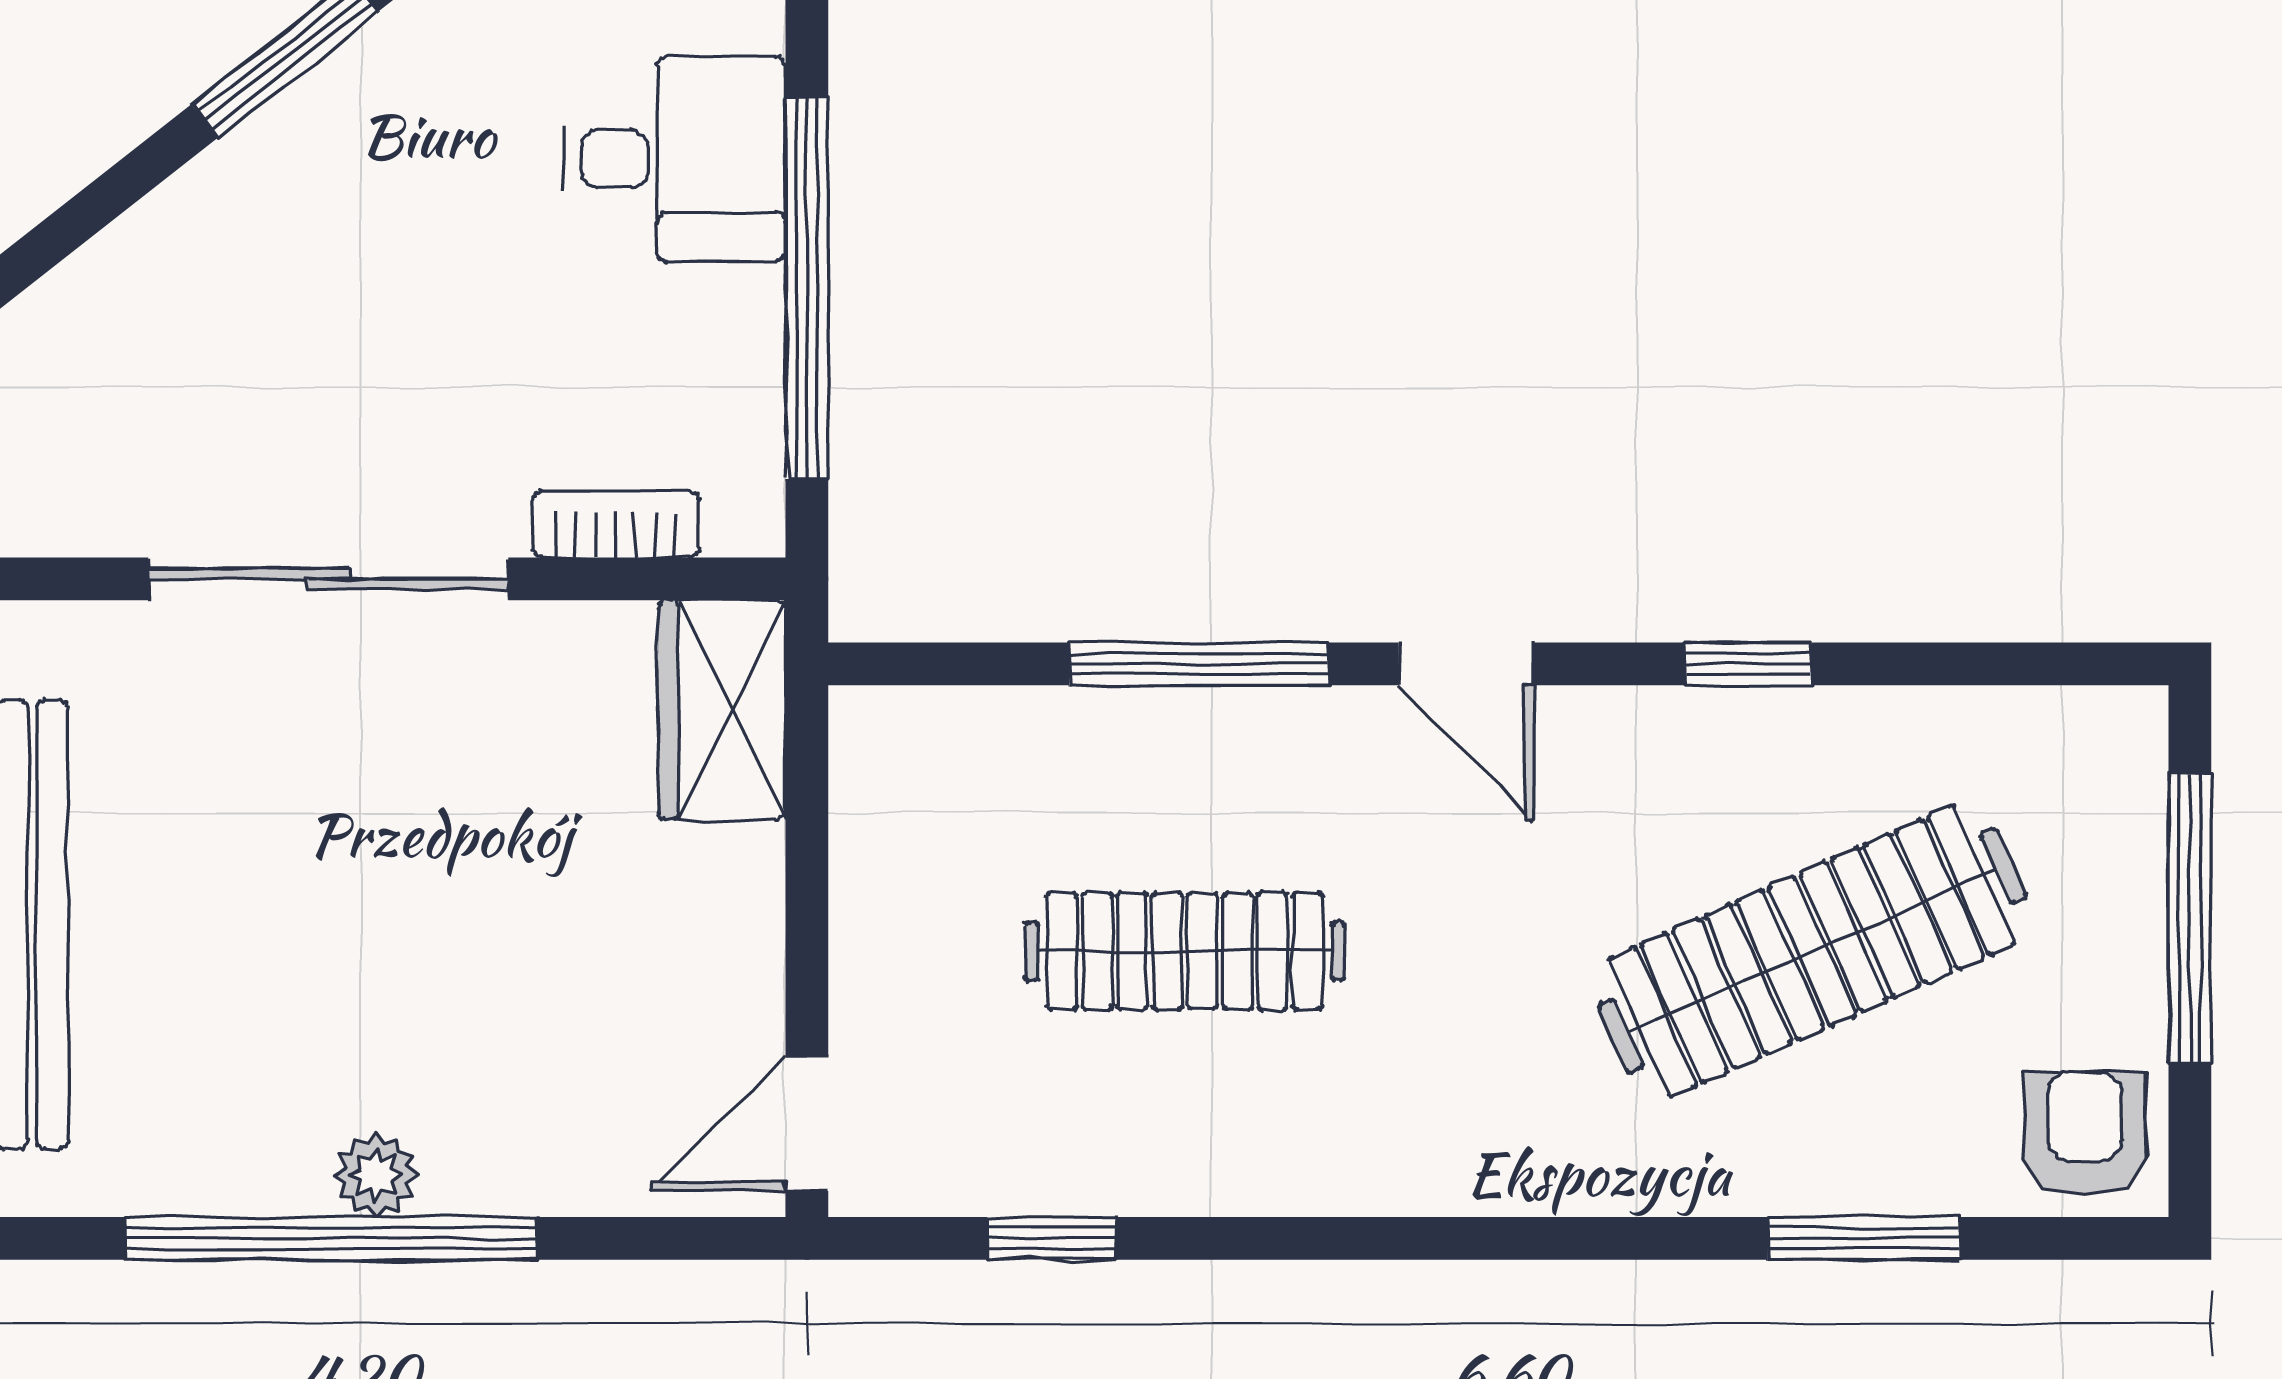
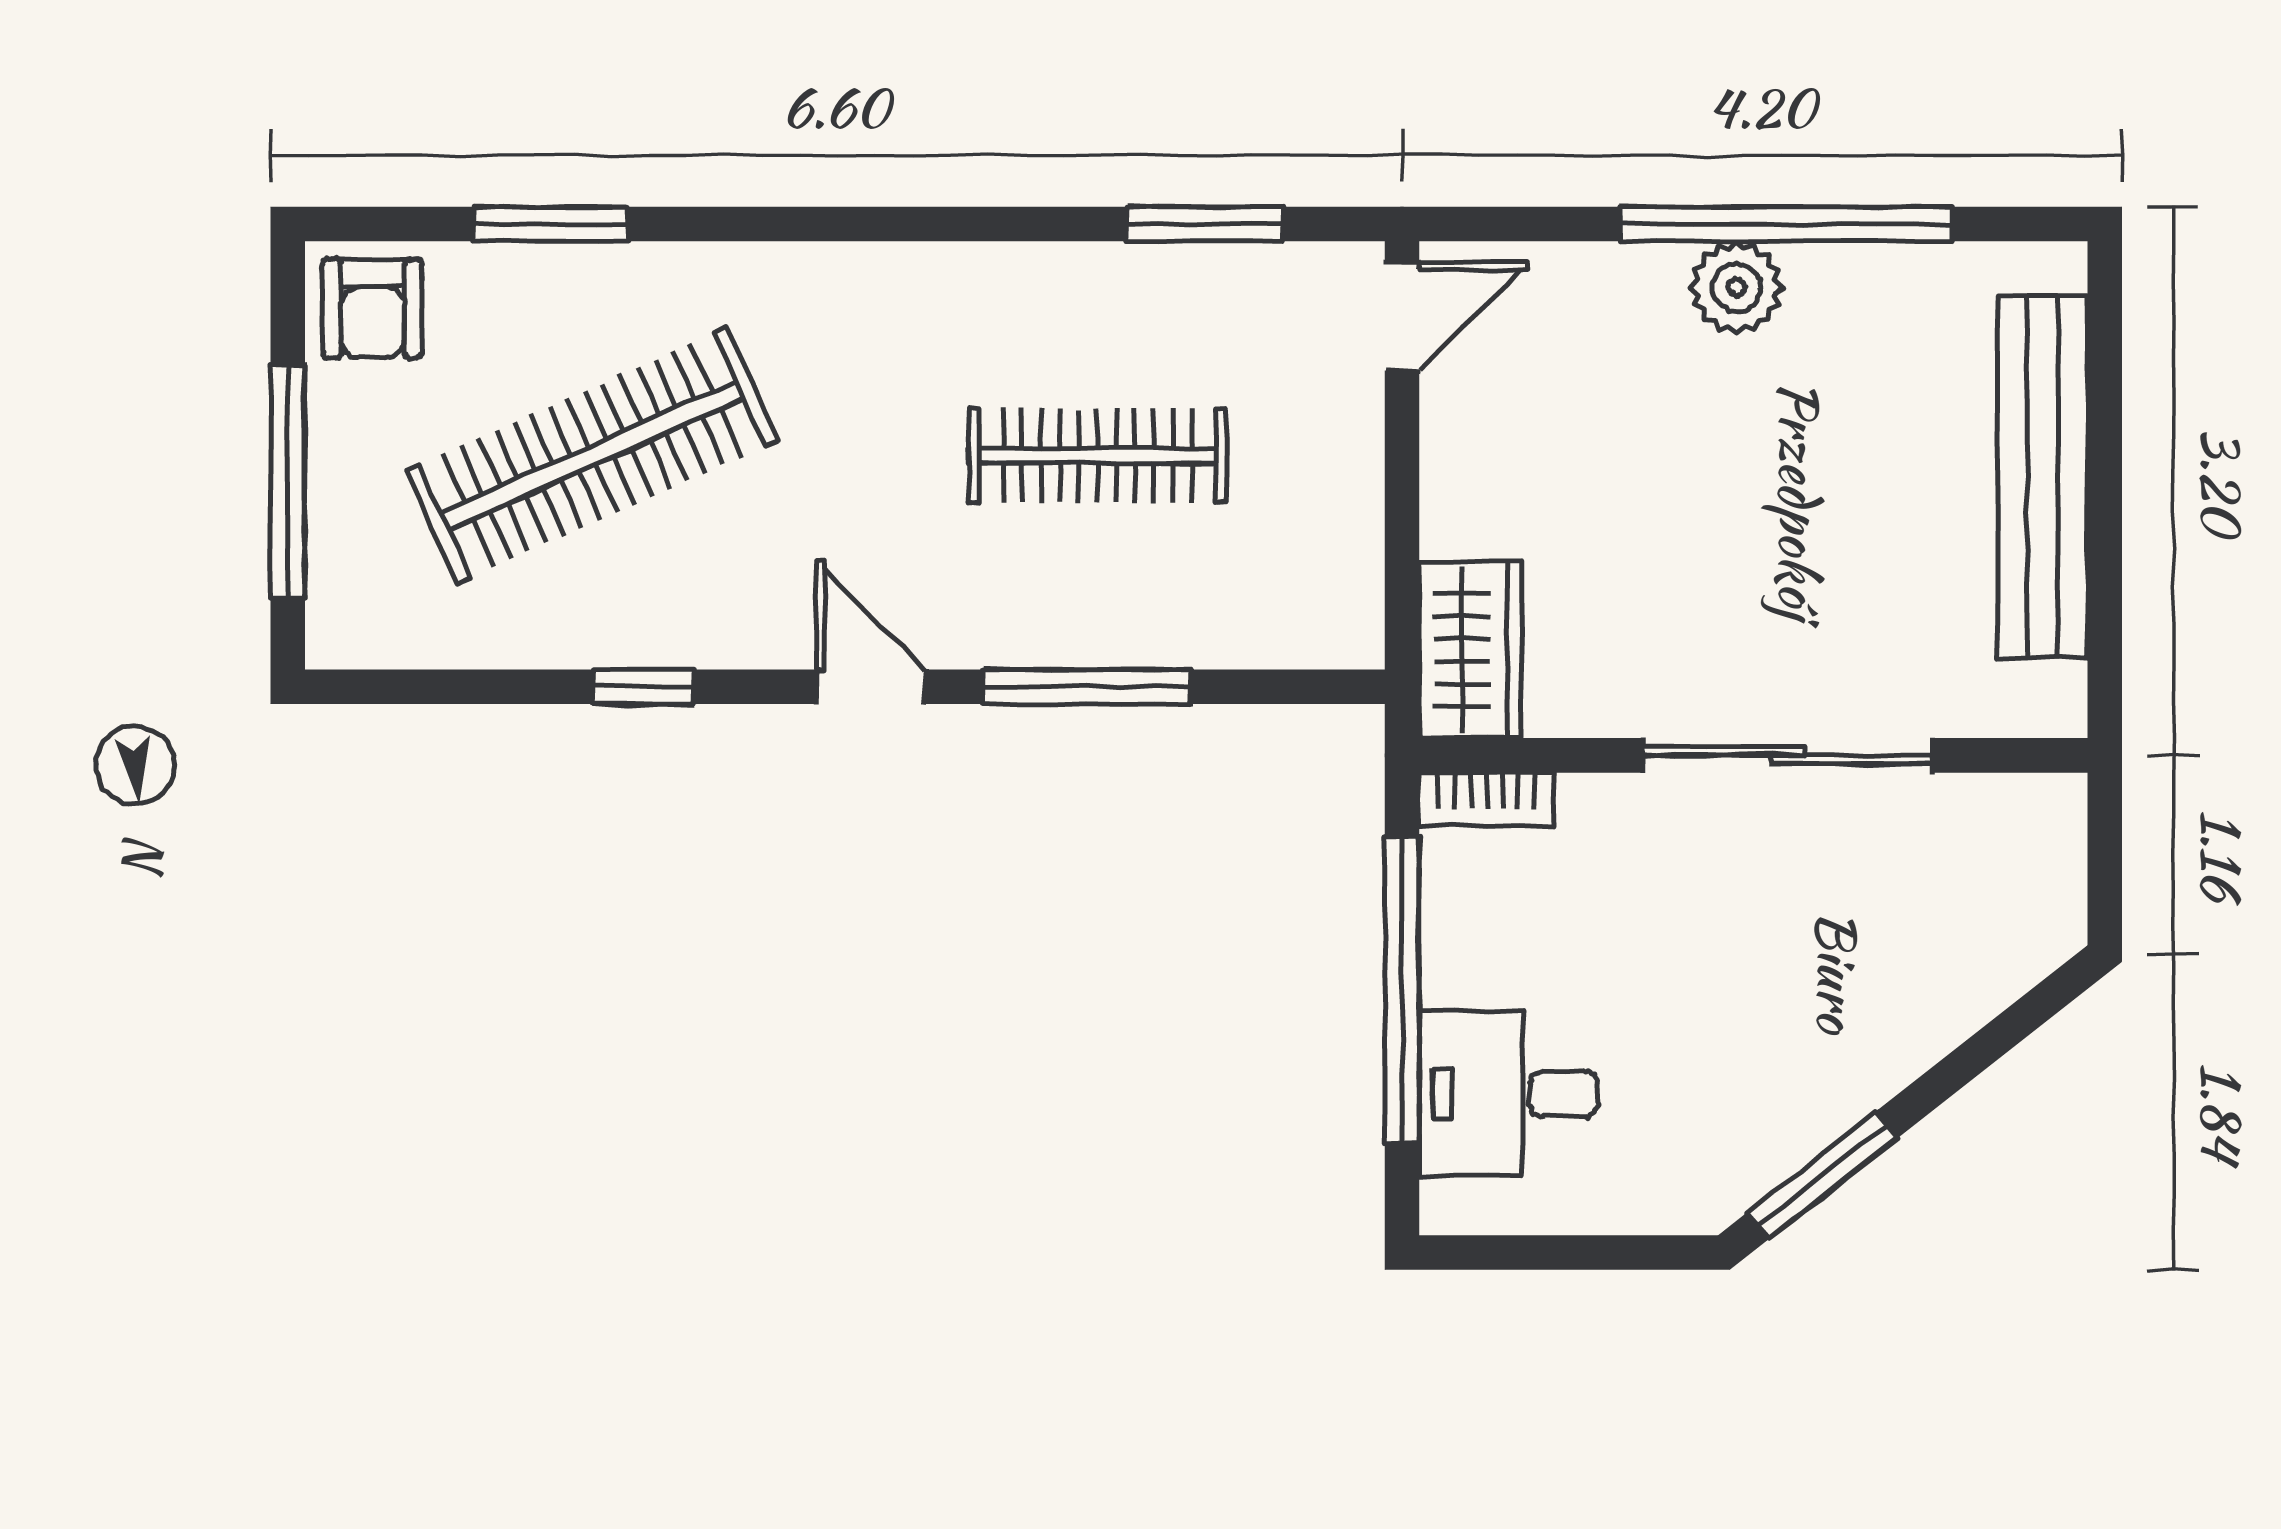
bookcase: (616, 524) -> (1486, 799), moved
plant: (376, 1175) -> (1736, 287), width x1.38, depth x1.38
window: (1052, 1238) -> (1205, 224), width x1.50

